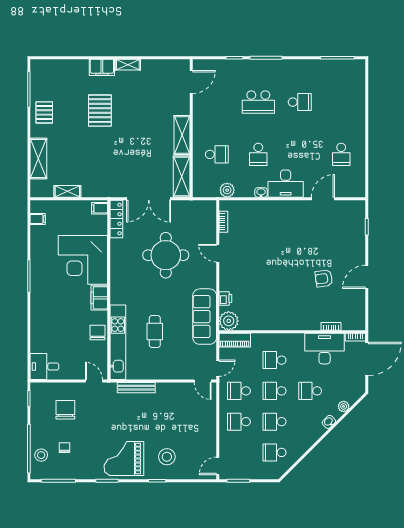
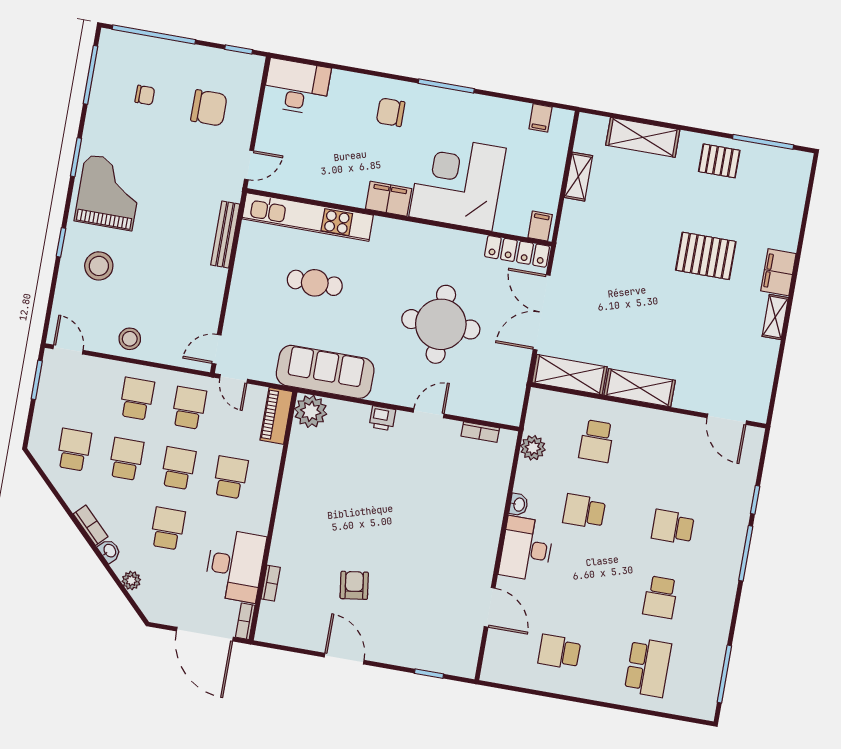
school desk: (258, 102) -> (673, 527), width x0.54
school desk: (341, 102) -> (648, 667), added
printer: (225, 298) -> (382, 418), moved
chair: (98, 332) -> (391, 112), moved, turned 180
desk: (44, 366) -> (297, 87), width x1.37
bookcase: (316, 435) -> (91, 525), added
stool: (41, 455) -> (130, 339), moved

